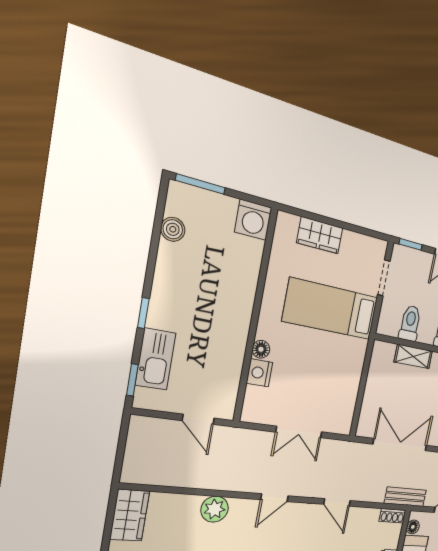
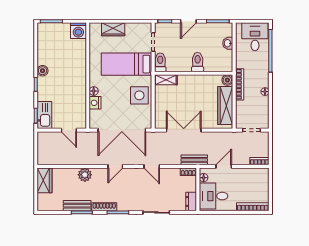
boiler: (173, 229) -> (43, 71), moved
toilet: (410, 323) -> (160, 62), moved
shelving: (413, 356) -> (166, 80), moved
kitchen sink: (156, 359) -> (44, 115), moved
side table: (341, 372) -> (139, 95), added
double door: (299, 432) -> (122, 130), width x1.87

